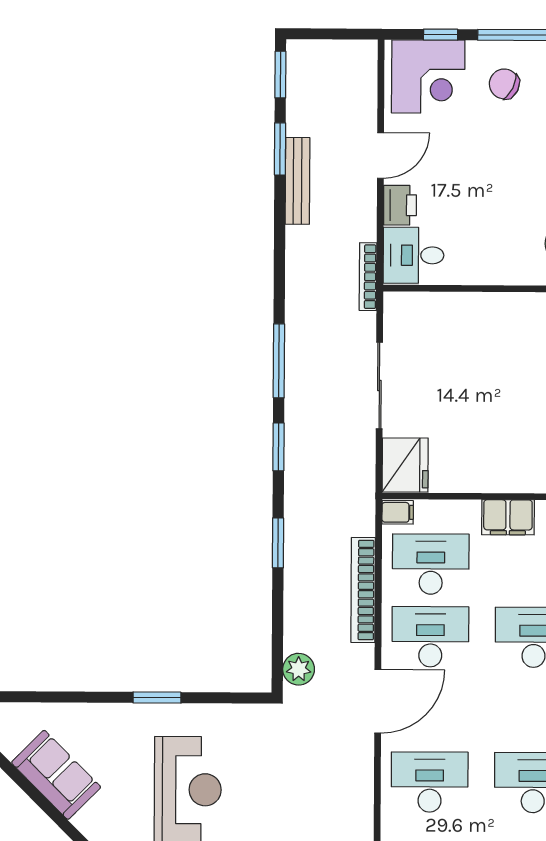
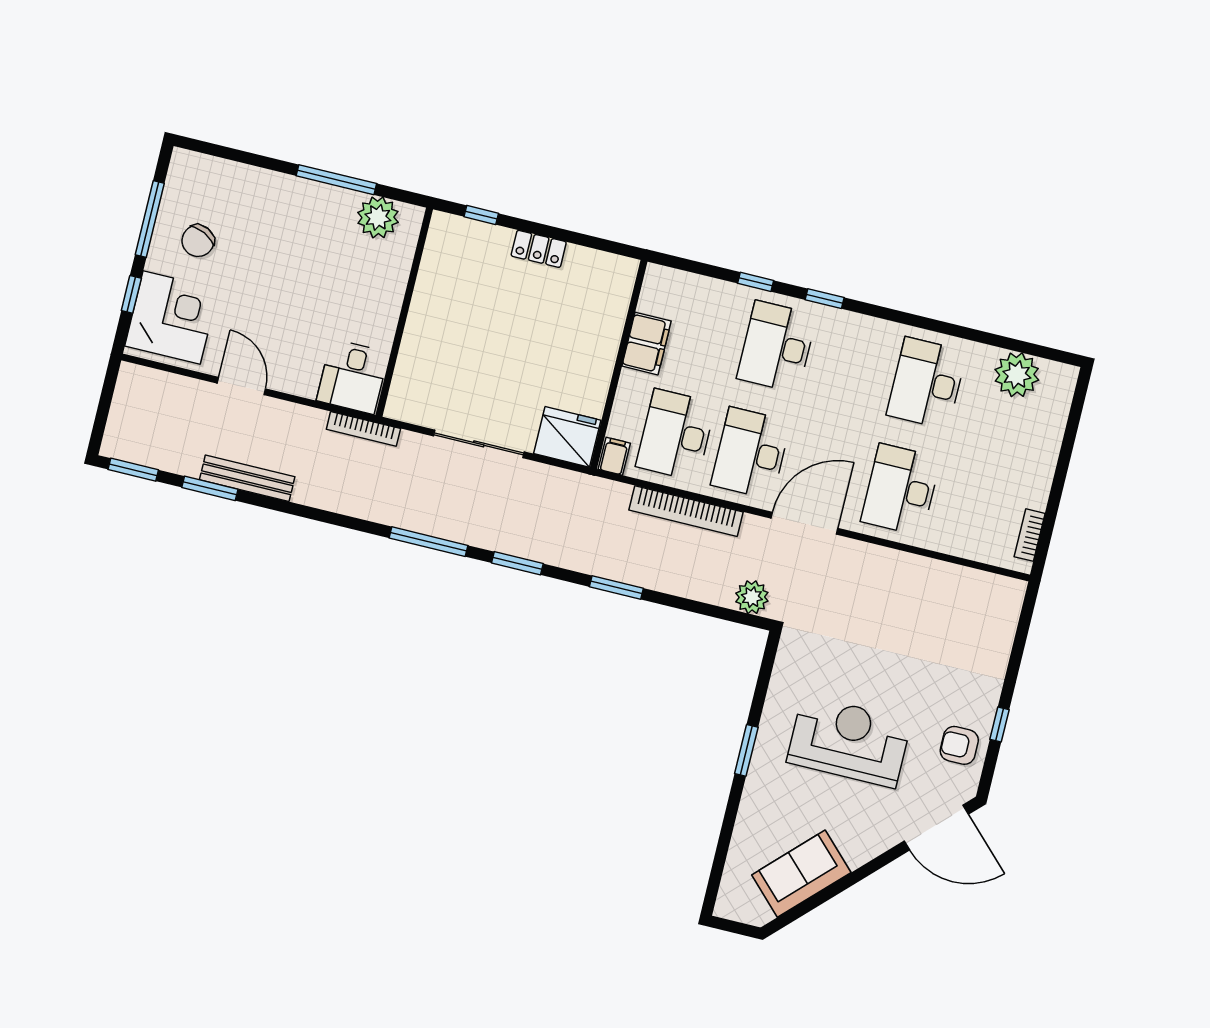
printer: (400, 205) -> (298, 378), removed
door: (378, 701) -> (804, 523), hinge flipped

